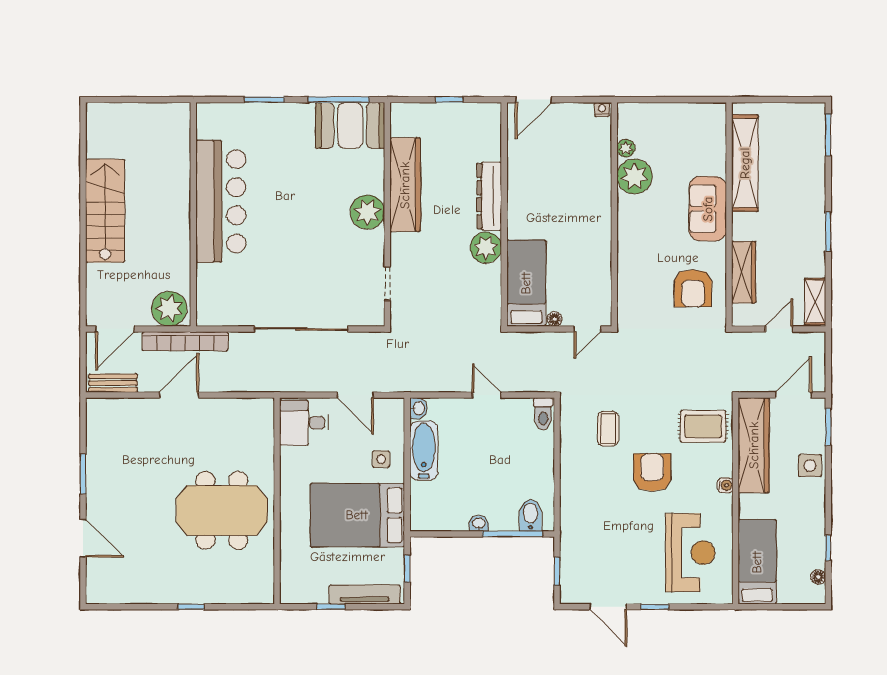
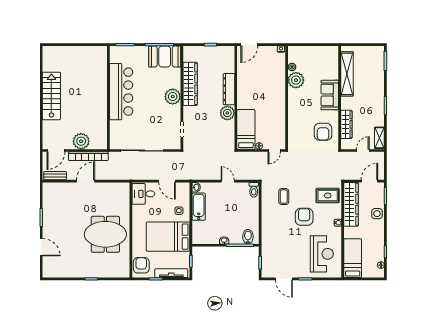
bar counter: (221, 201) -> (121, 92), moved
wall: (193, 214) -> (108, 98), moved
armchair: (299, 577) -> (141, 265), added

